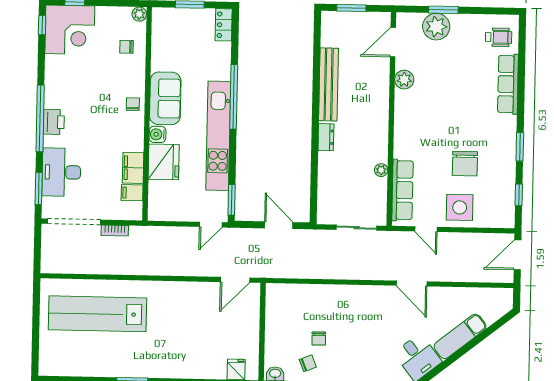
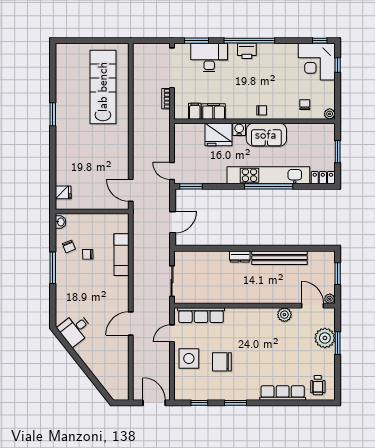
kitchen unit: (218, 136) -> (268, 175), moved
plant: (381, 170) -> (330, 299), moved
exam couch: (460, 336) -> (121, 255), moved, turned -142

